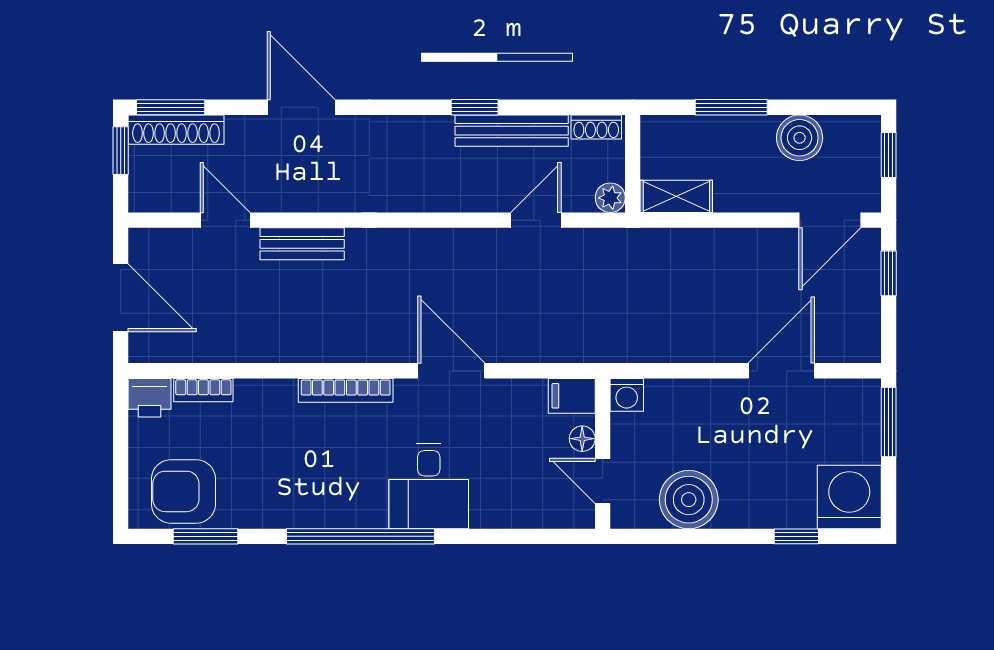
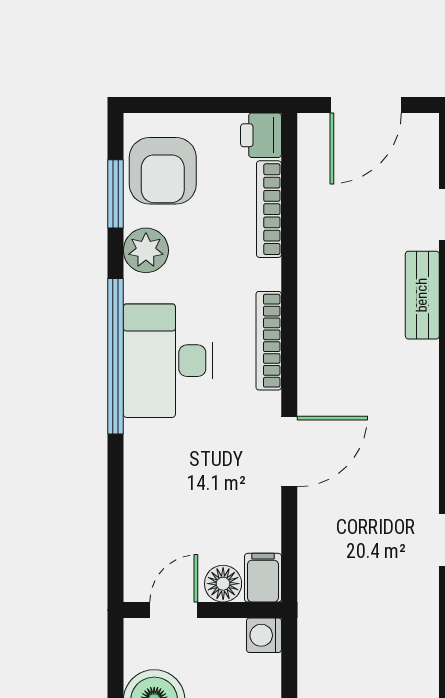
bookcase: (203, 390) -> (269, 209), width x1.56
floor lamp: (582, 439) -> (223, 584), width x1.37, depth x1.37
desk: (429, 486) -> (168, 361), moved, width x1.37
armchair: (183, 491) -> (163, 171), turned 180
plant: (259, 508) -> (146, 250), added

